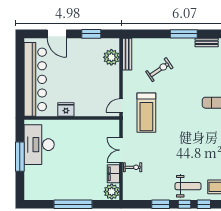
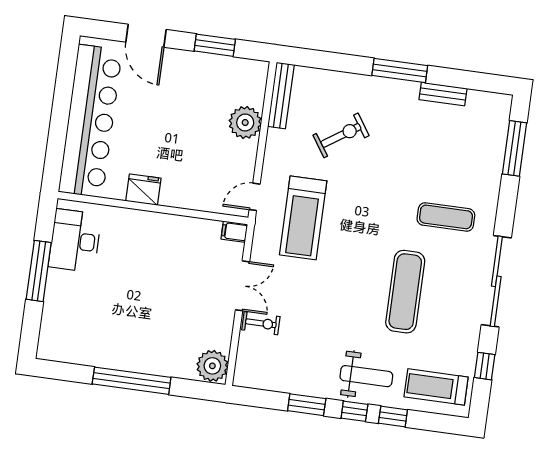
plant: (111, 57) -> (245, 122), moved
exercise mat: (201, 142) -> (405, 292), added
desk: (39, 145) -> (75, 241), width x0.73, depth x0.77
double door: (121, 150) -> (242, 286), swing flipped
filing cabinet: (113, 174) -> (234, 232), moved, width x0.50

